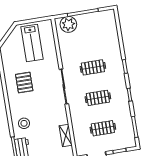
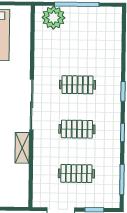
shelving: (66, 136) -> (22, 148), moved

